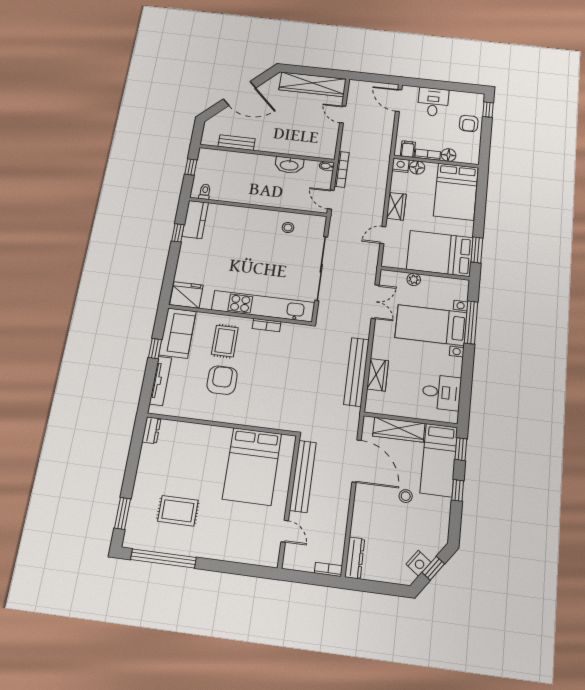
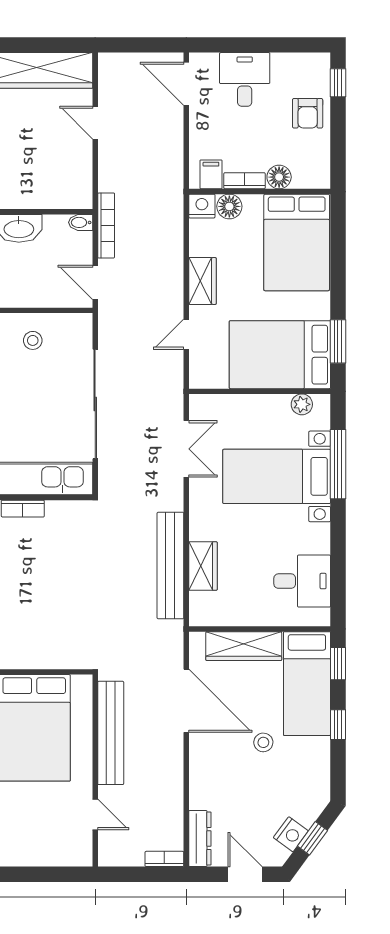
plant: (414, 280) -> (302, 404), moved
door: (384, 588) -> (245, 874), added

